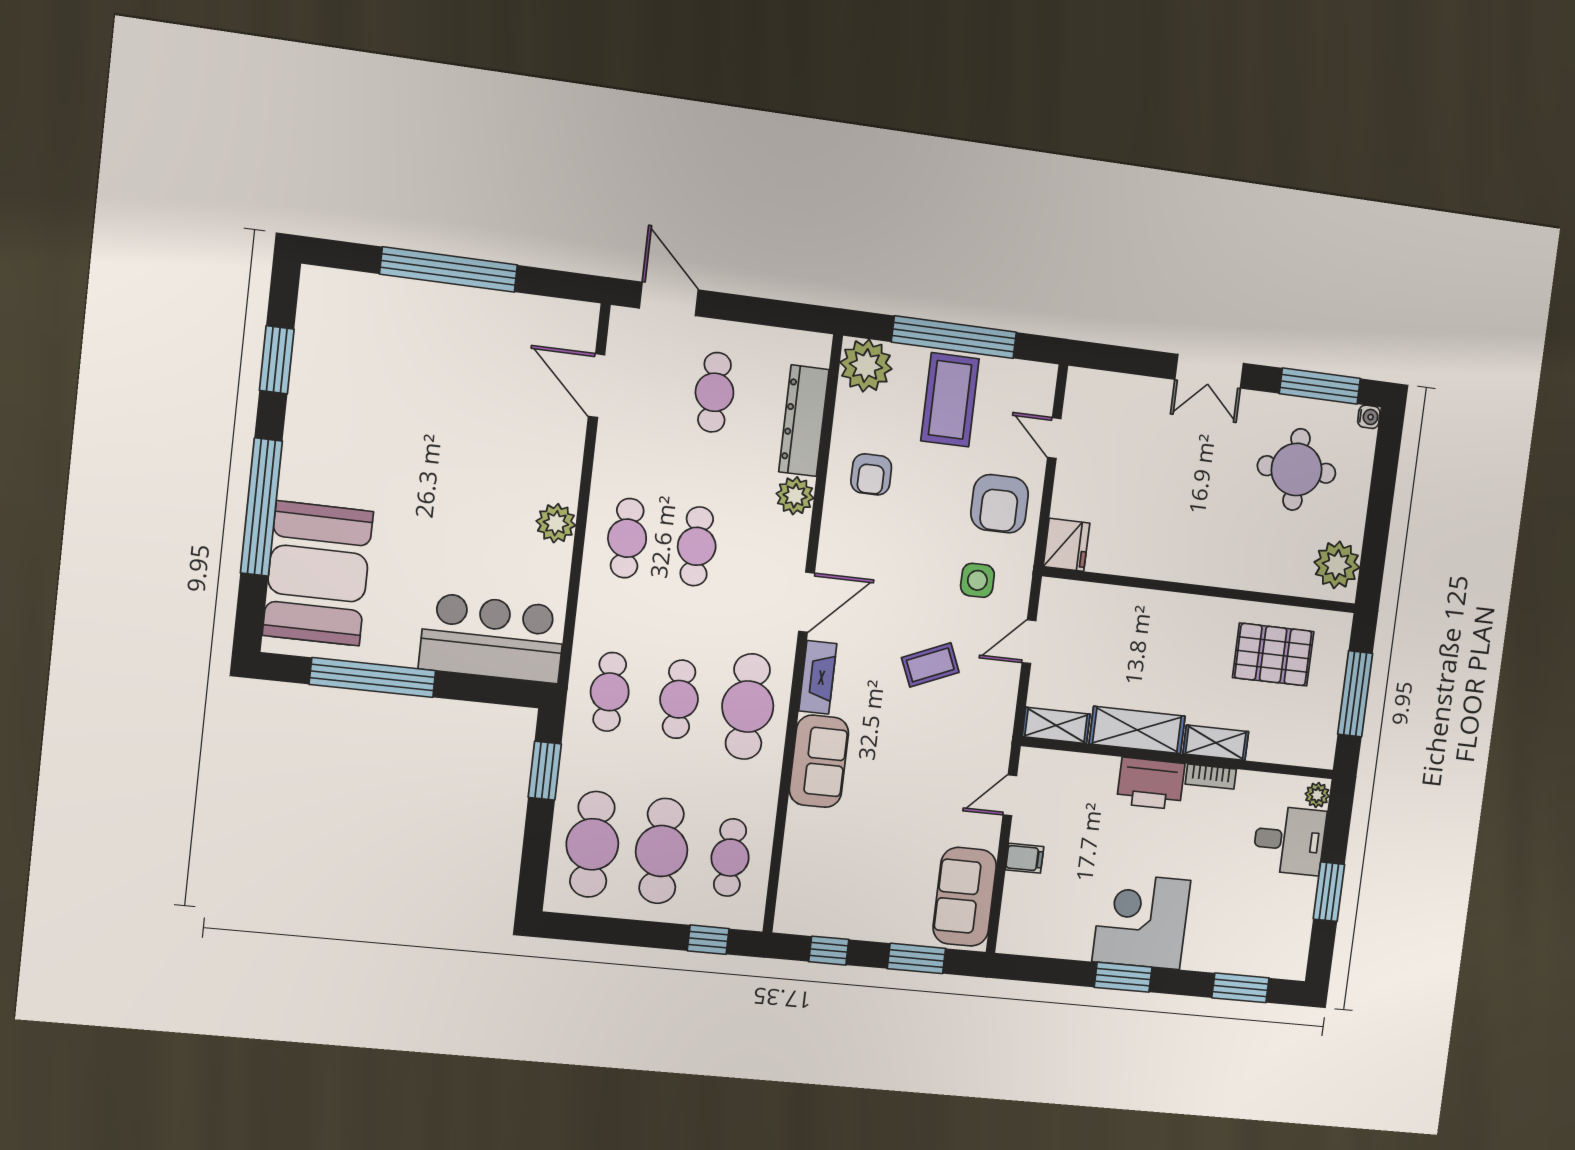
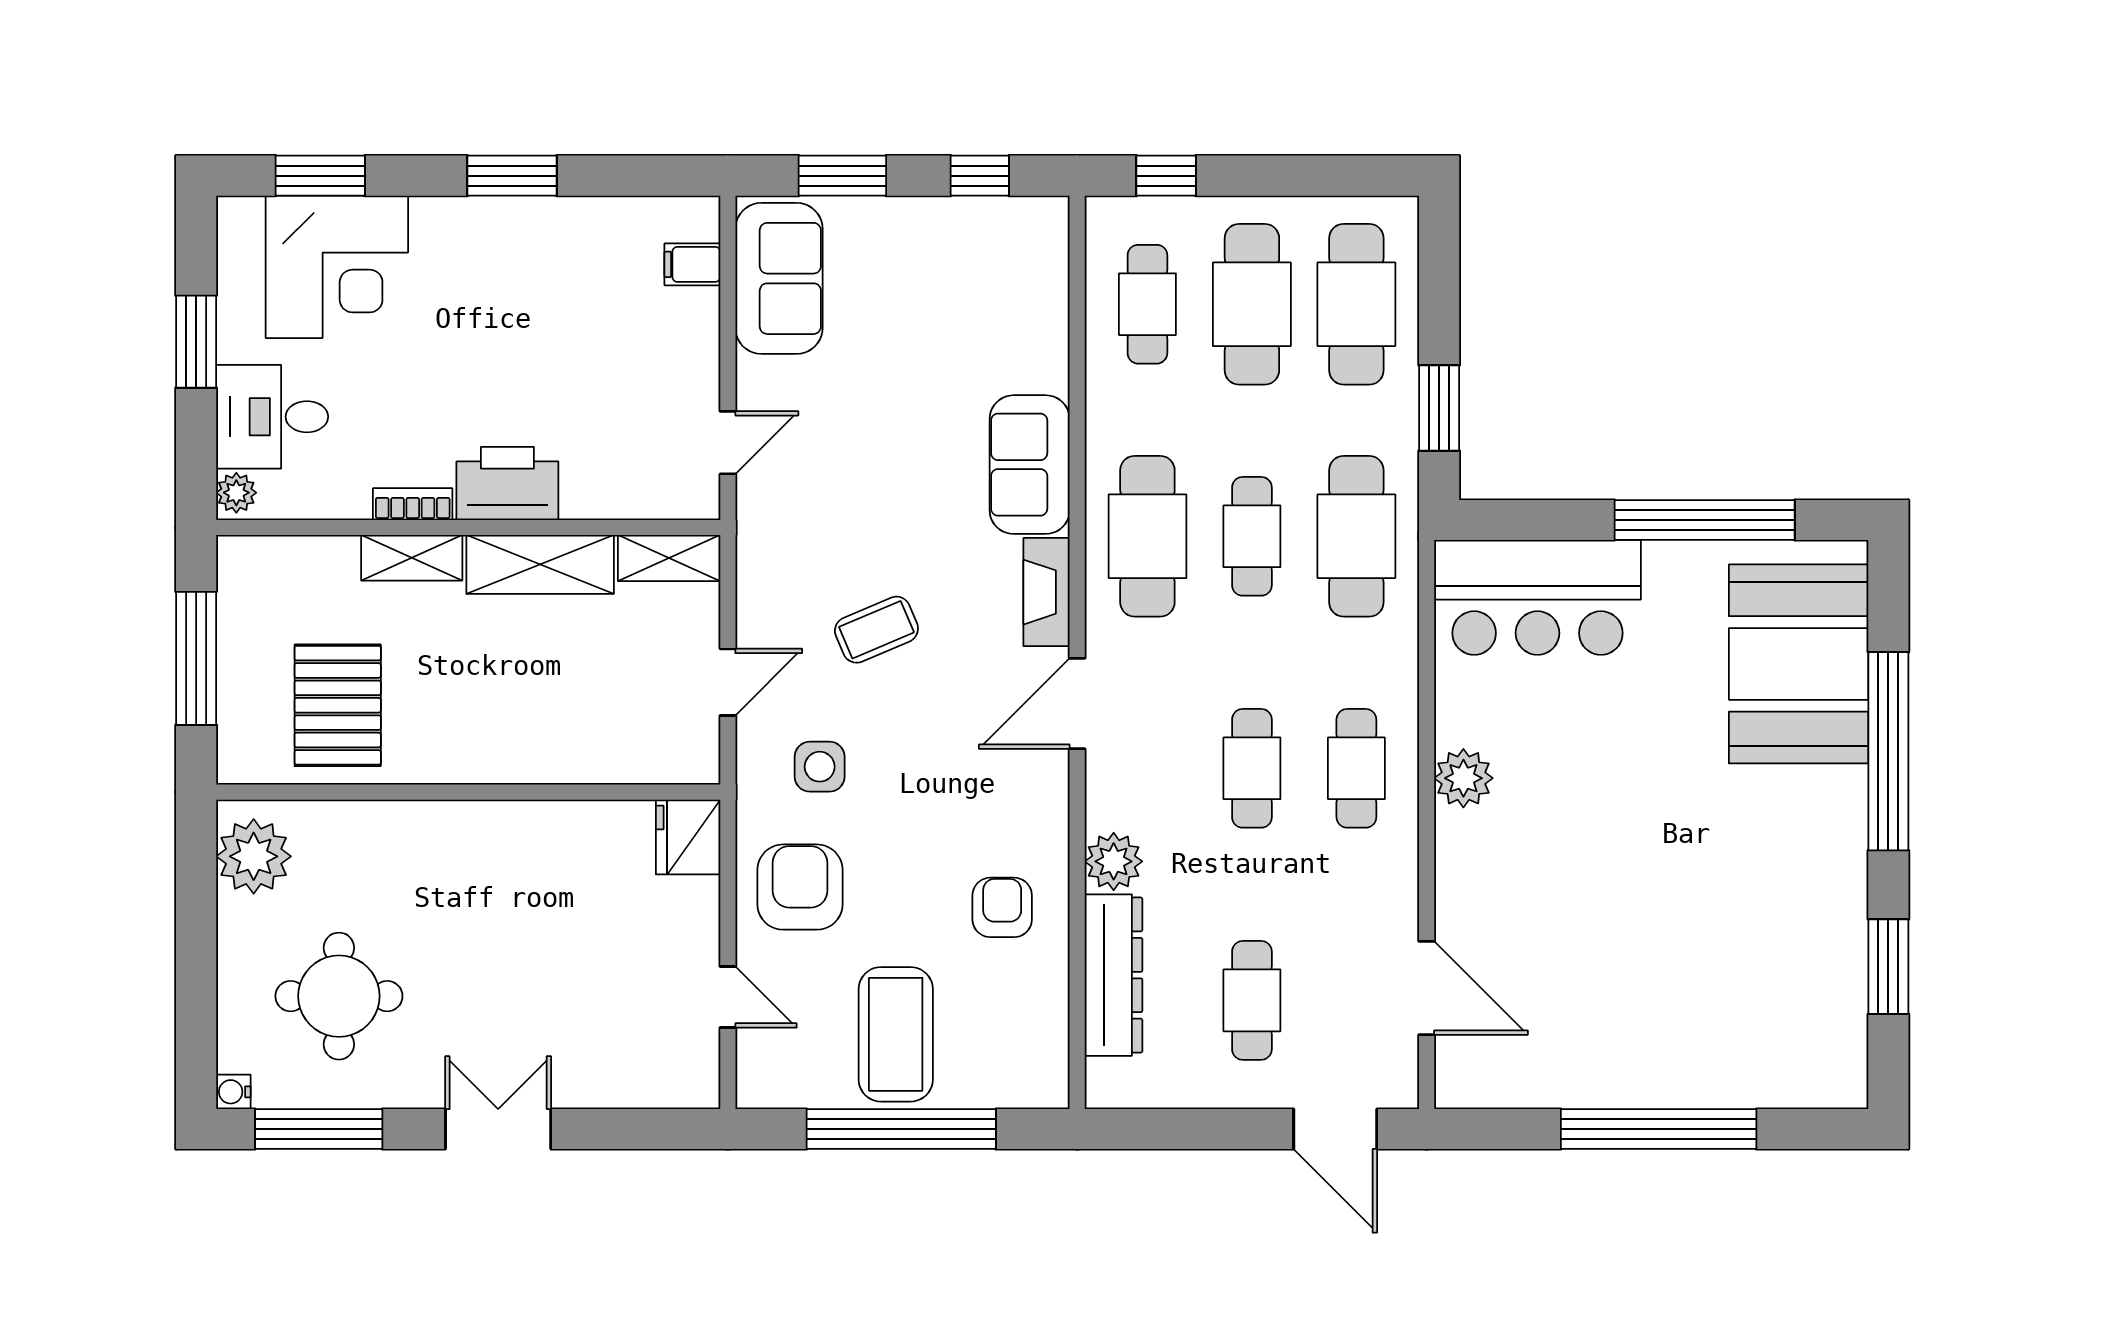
plant: (866, 366) -> (1030, 1069), removed
pallet: (1273, 655) -> (338, 705), turned 90
cafe table: (610, 692) -> (1356, 536), width x1.37, depth x1.35
filing cabinet: (1025, 858) -> (692, 264), moved
corner desk: (1141, 921) -> (337, 267), moved

